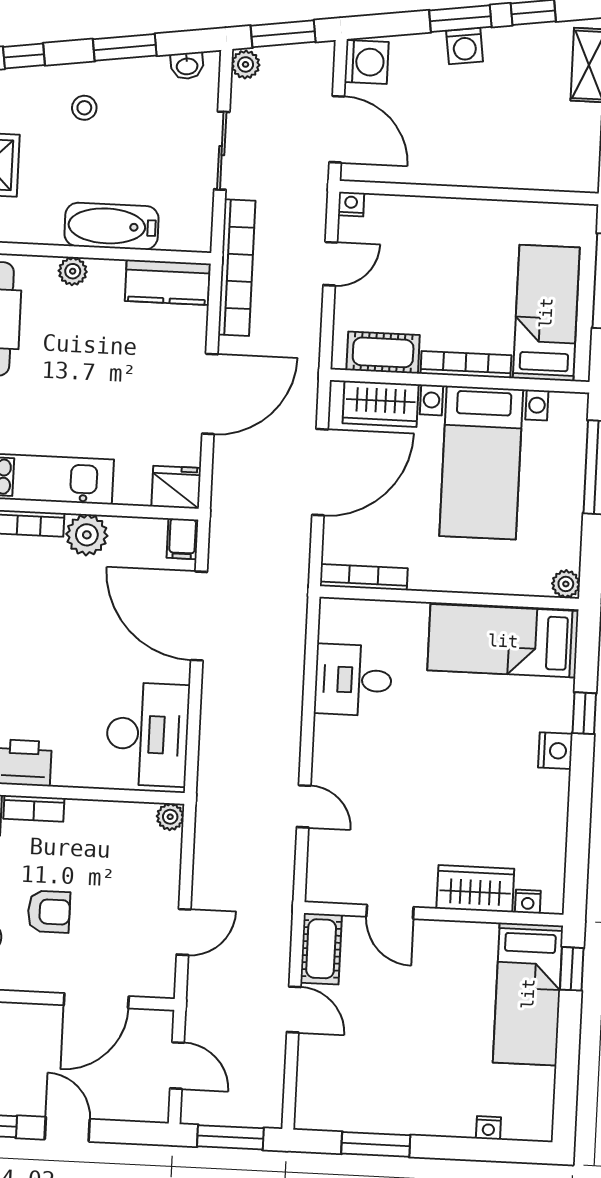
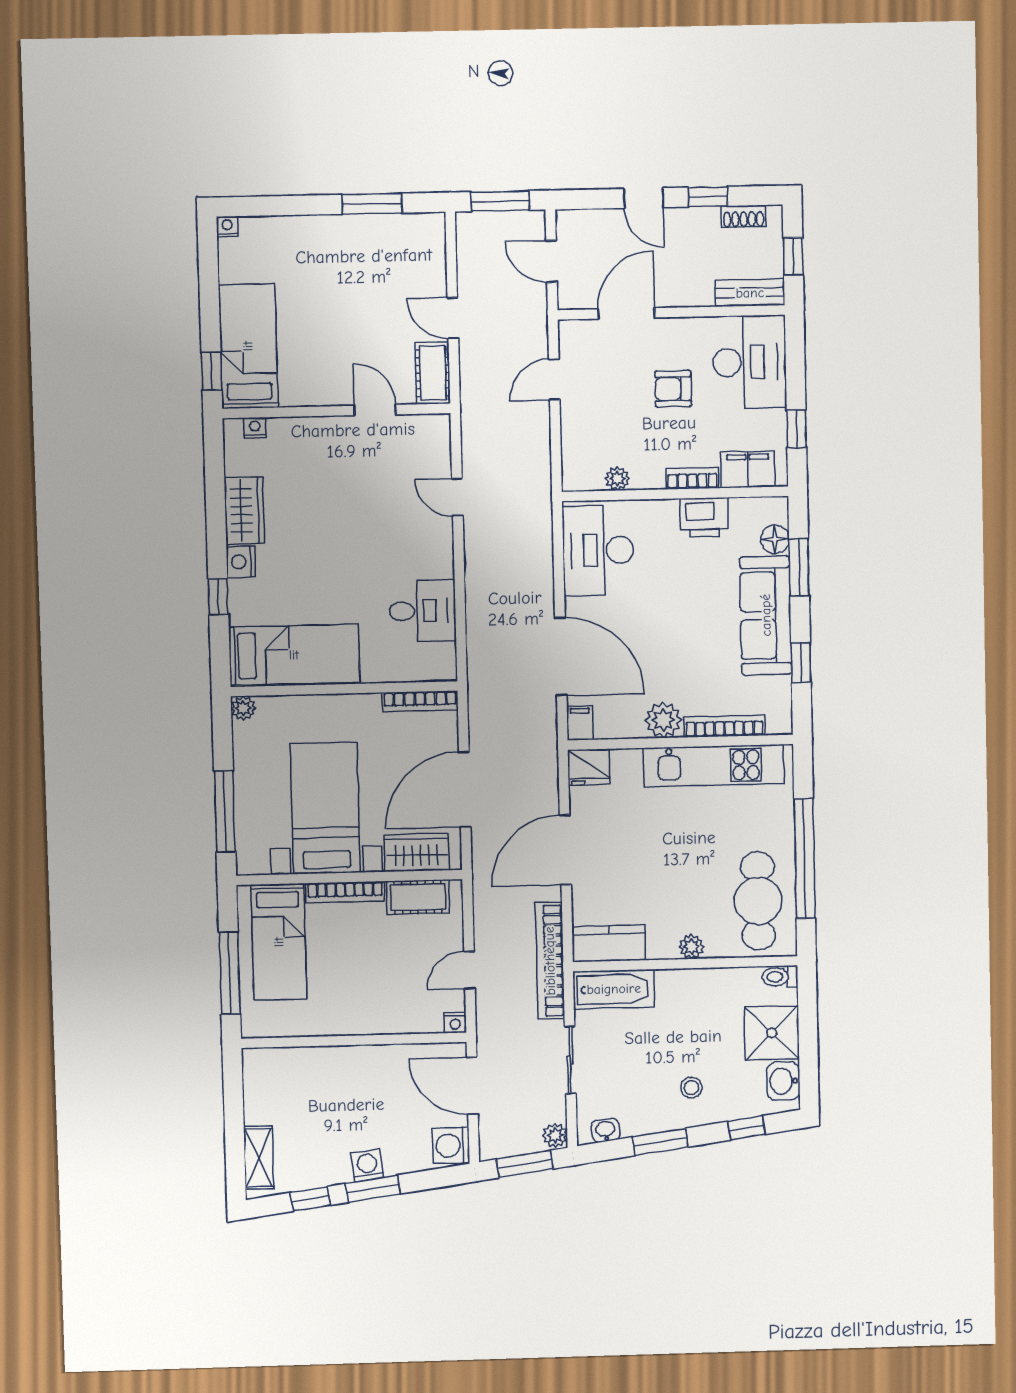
bathtub: (112, 226) -> (614, 989), moved
plant: (170, 817) -> (617, 479), moved
wardrobe: (475, 889) -> (244, 510), moved, turned -90
nightstand: (488, 1128) -> (227, 226), moved

